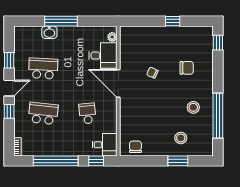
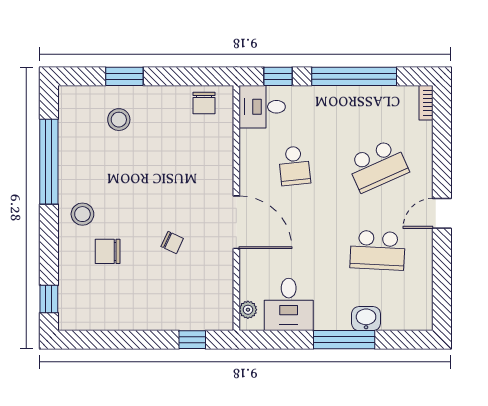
window: (173, 21) -> (192, 340), moved
desk: (103, 56) -> (289, 304), moved, turned -90
window: (9, 60) -> (442, 266), removed
stool: (193, 107) -> (82, 214), moved
window: (9, 111) -> (442, 170), removed
school desk: (43, 113) -> (378, 166), turned -30

